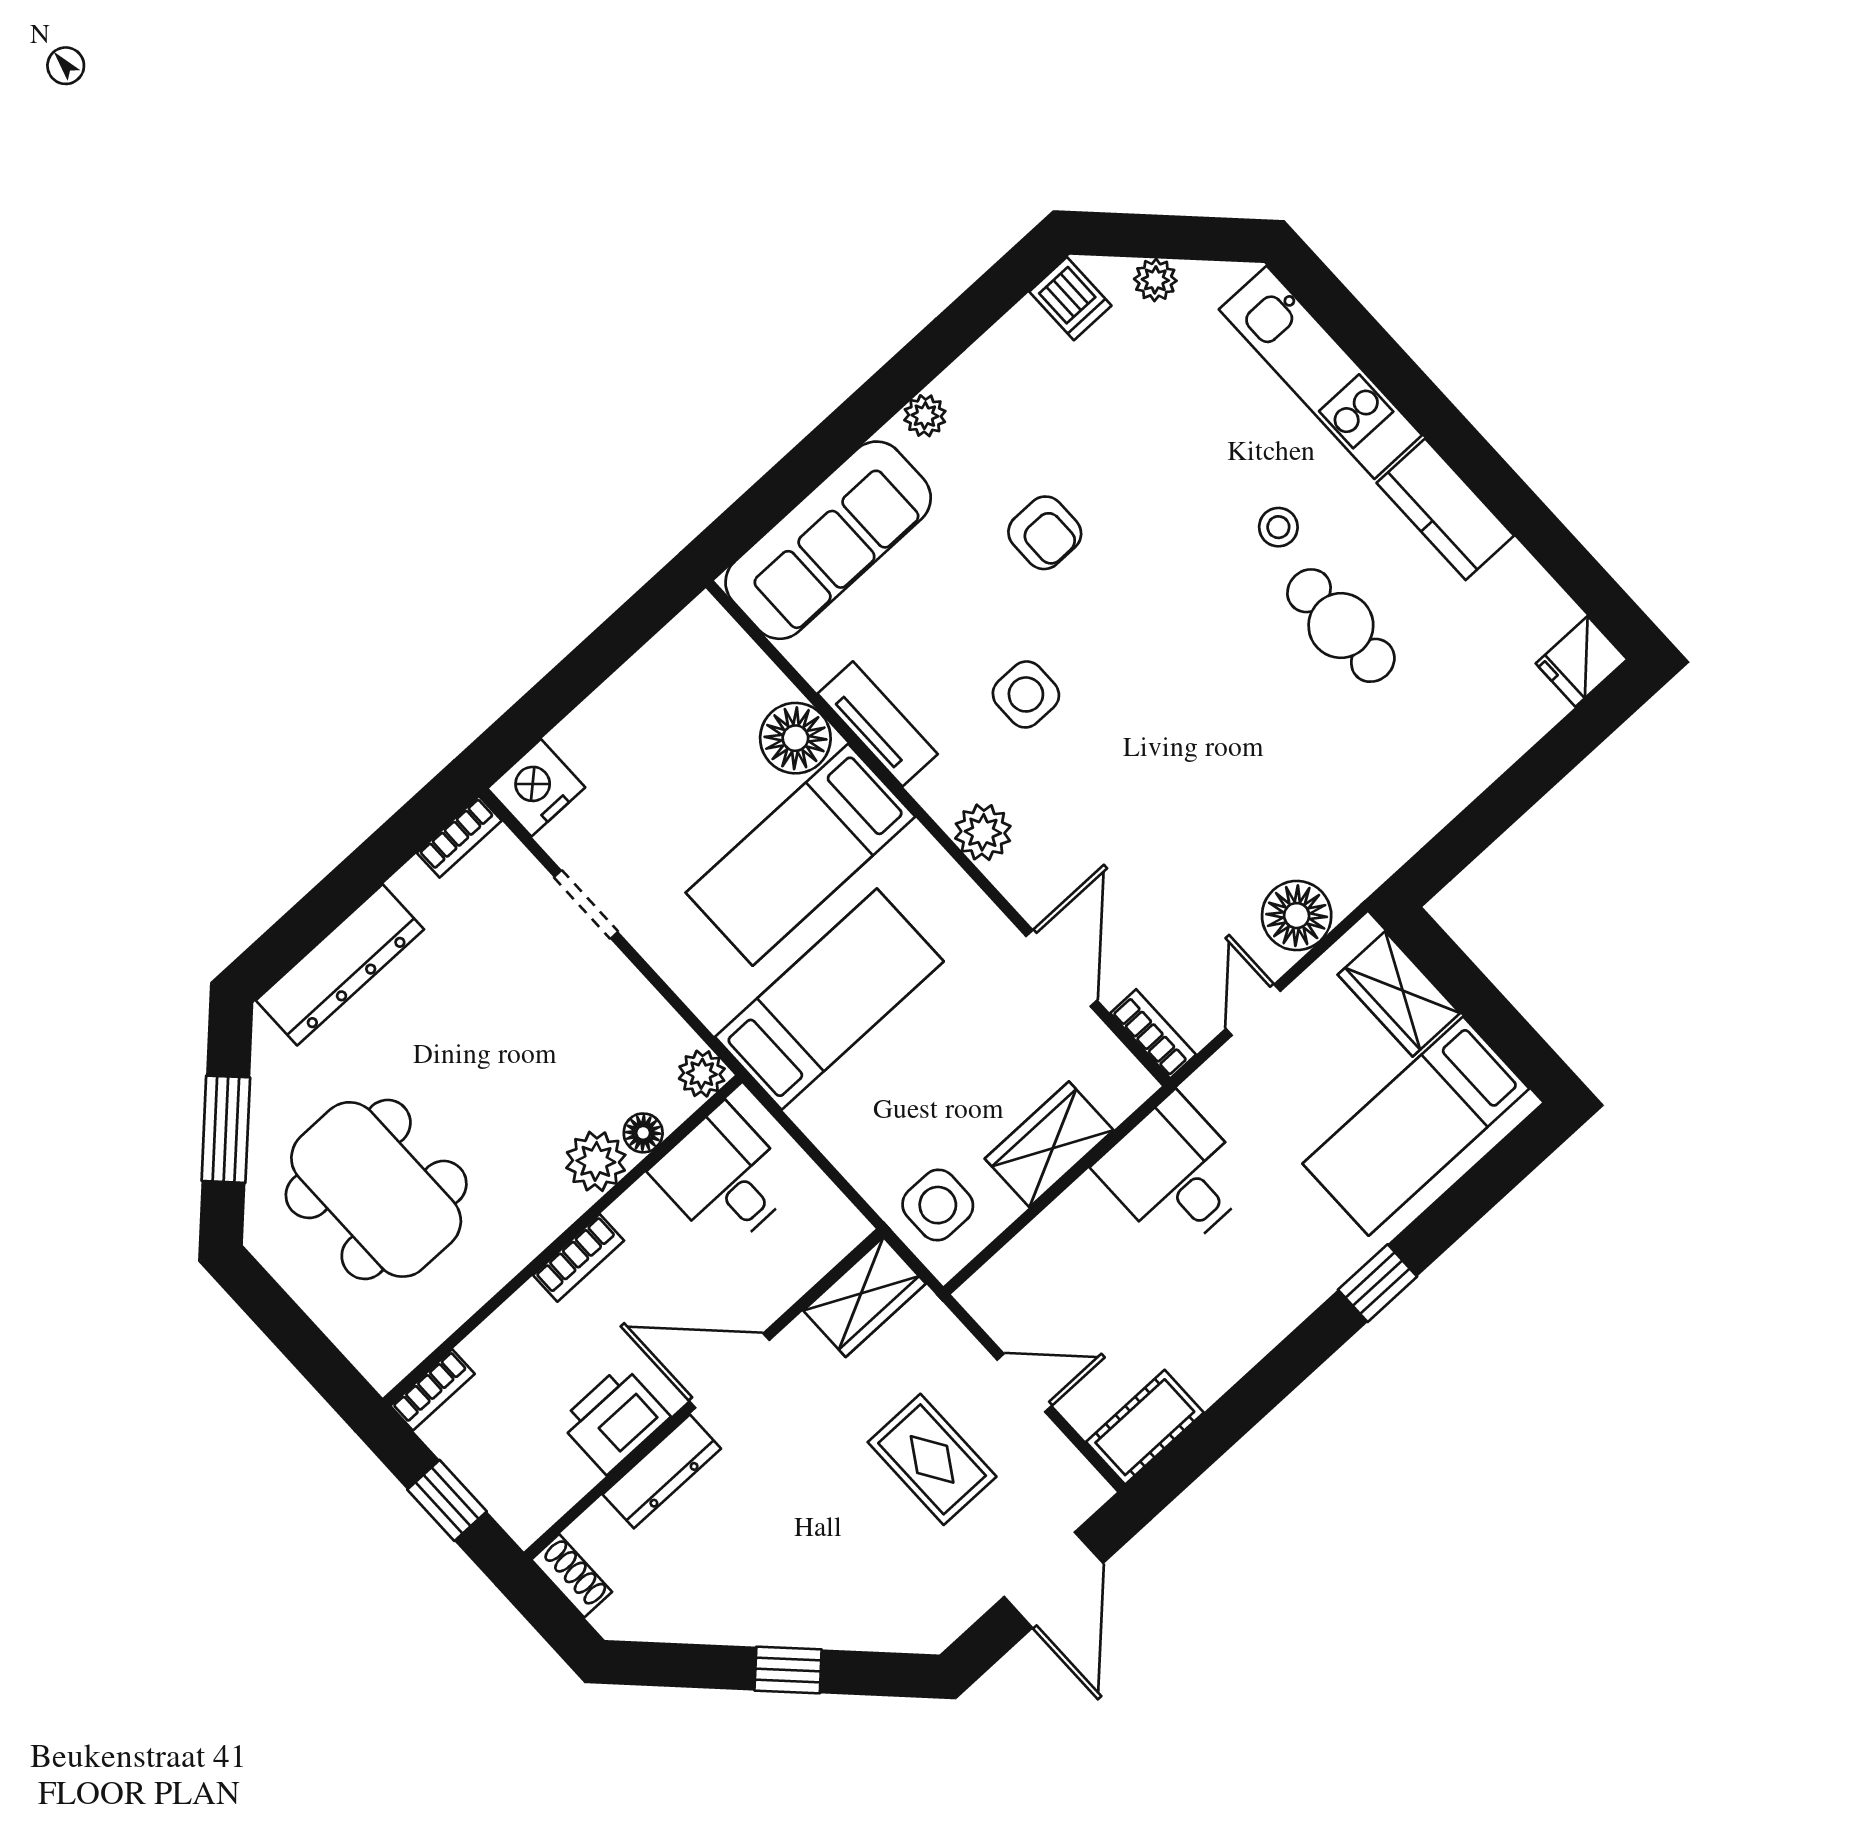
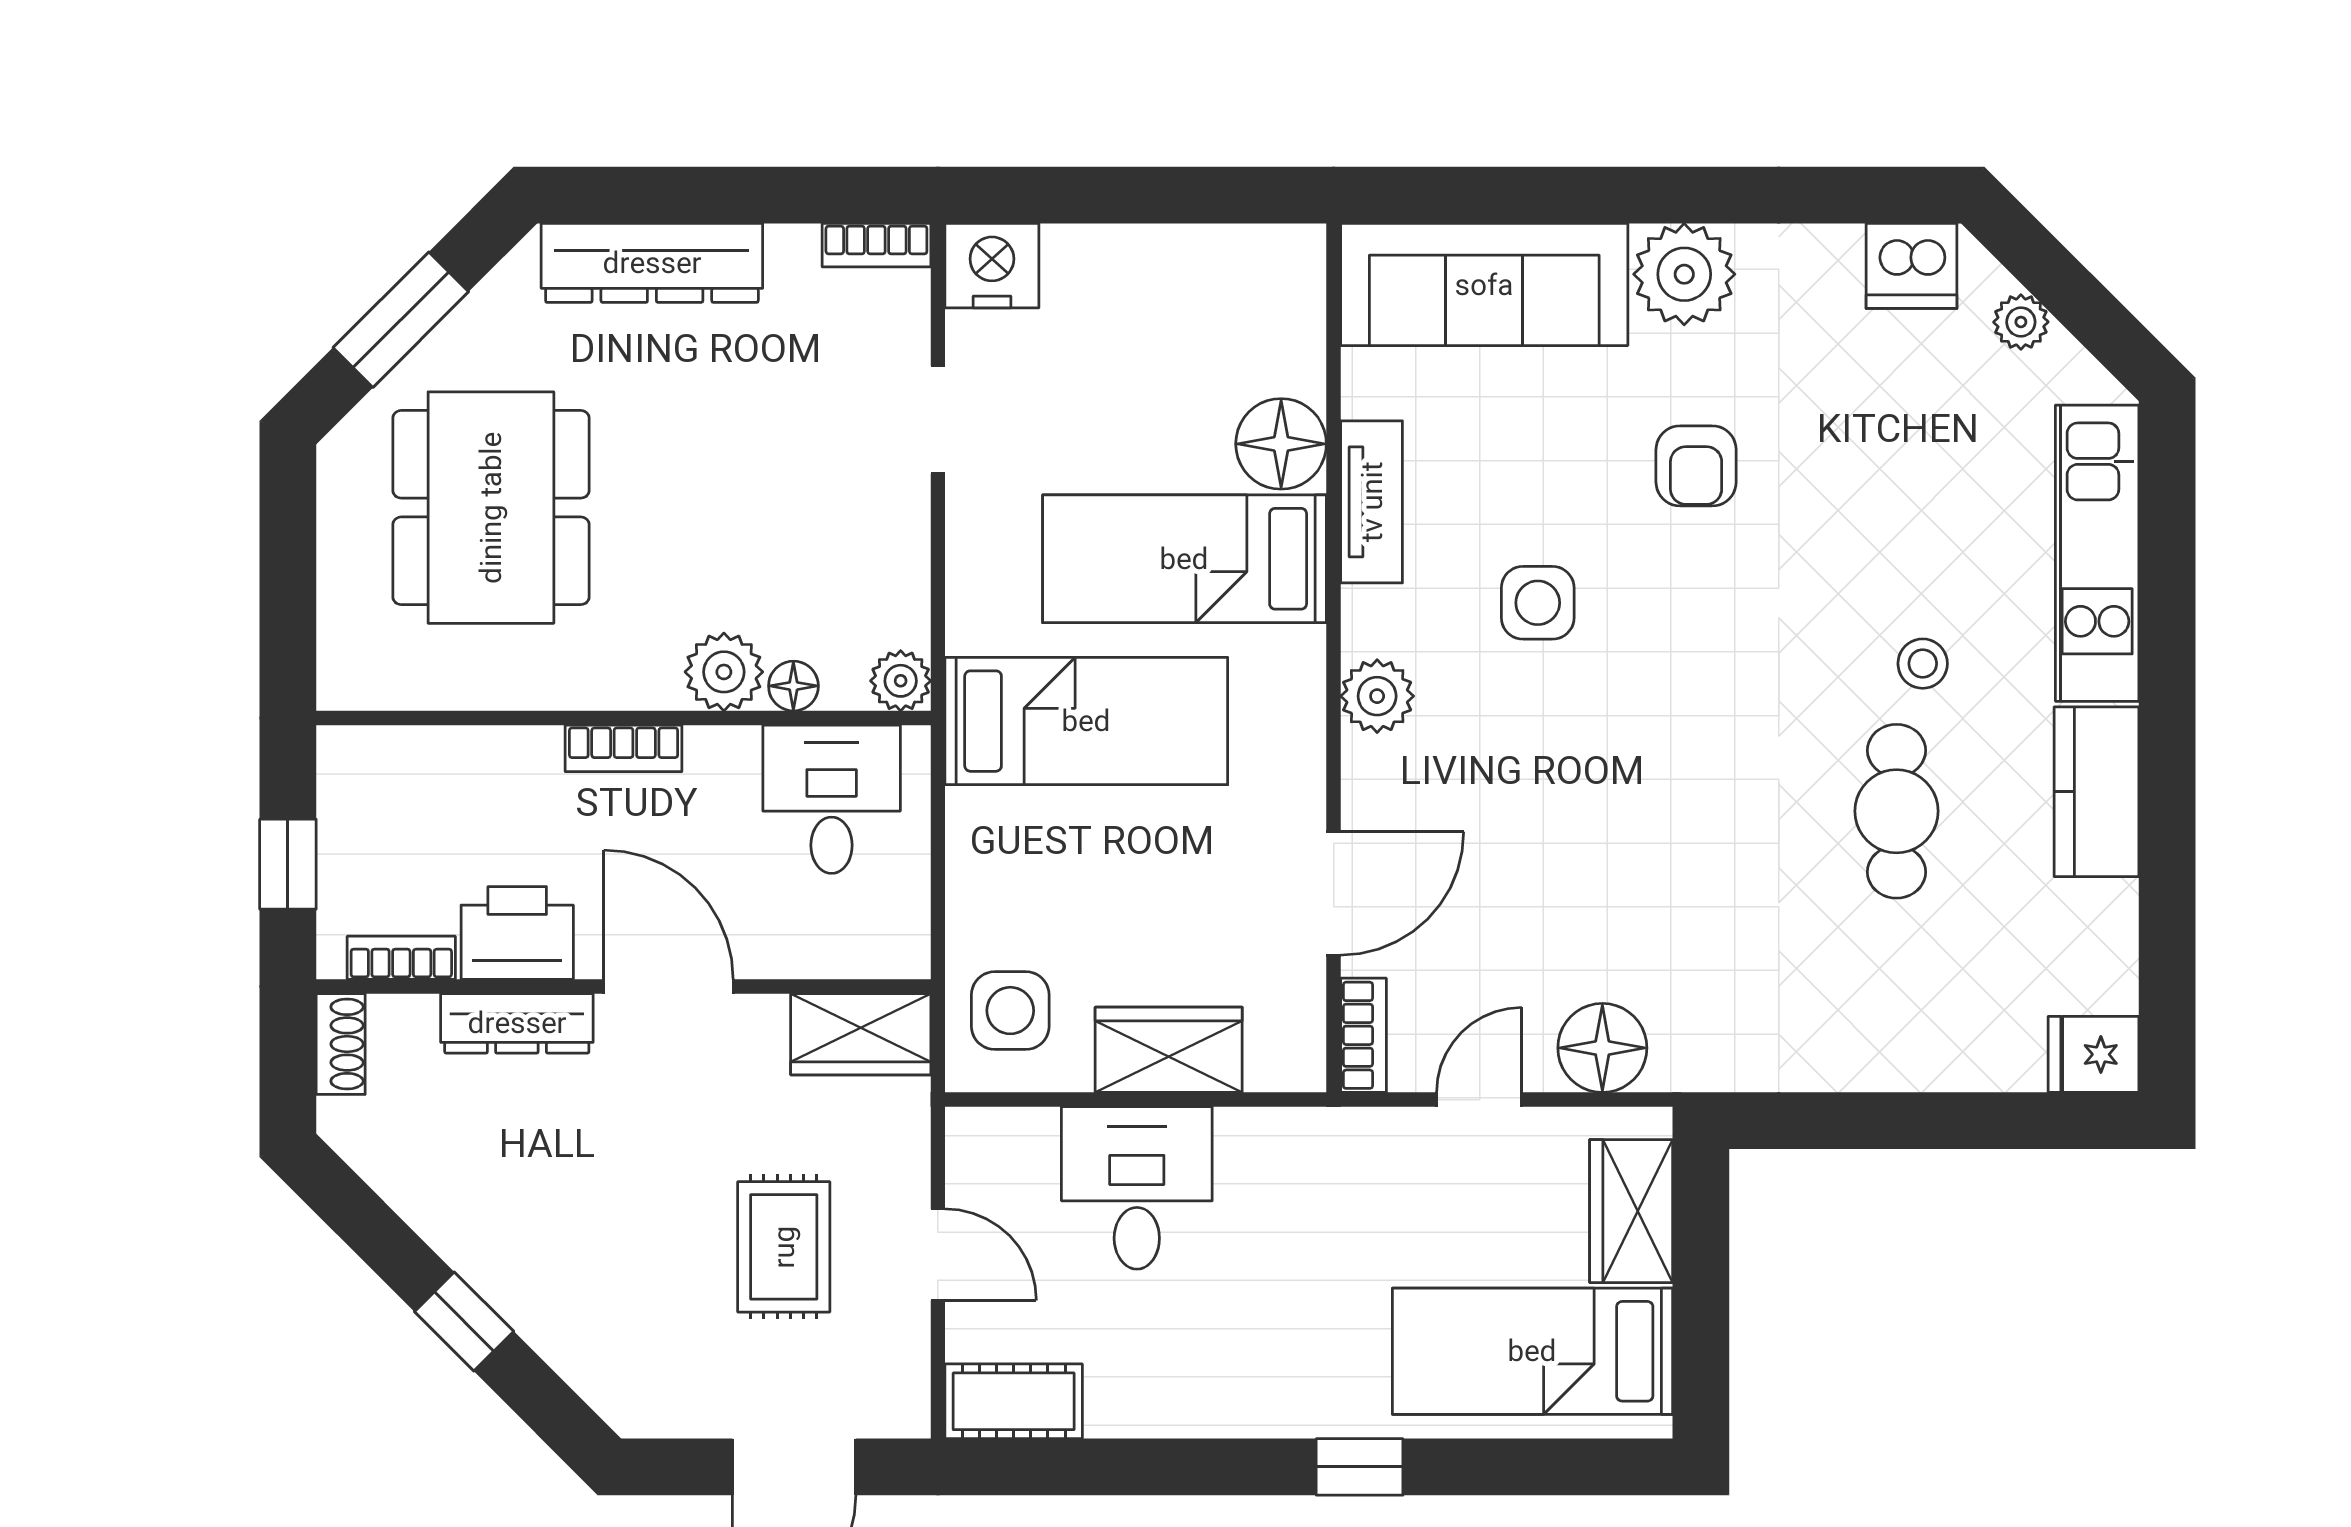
dishwasher: (1070, 299) -> (1912, 266), width x1.38
plant: (925, 416) -> (1684, 274), width x1.87, depth x1.87
desk: (1175, 1174) -> (1137, 1188), moved
bookcase: (432, 1390) -> (401, 958), moved, turned 180

